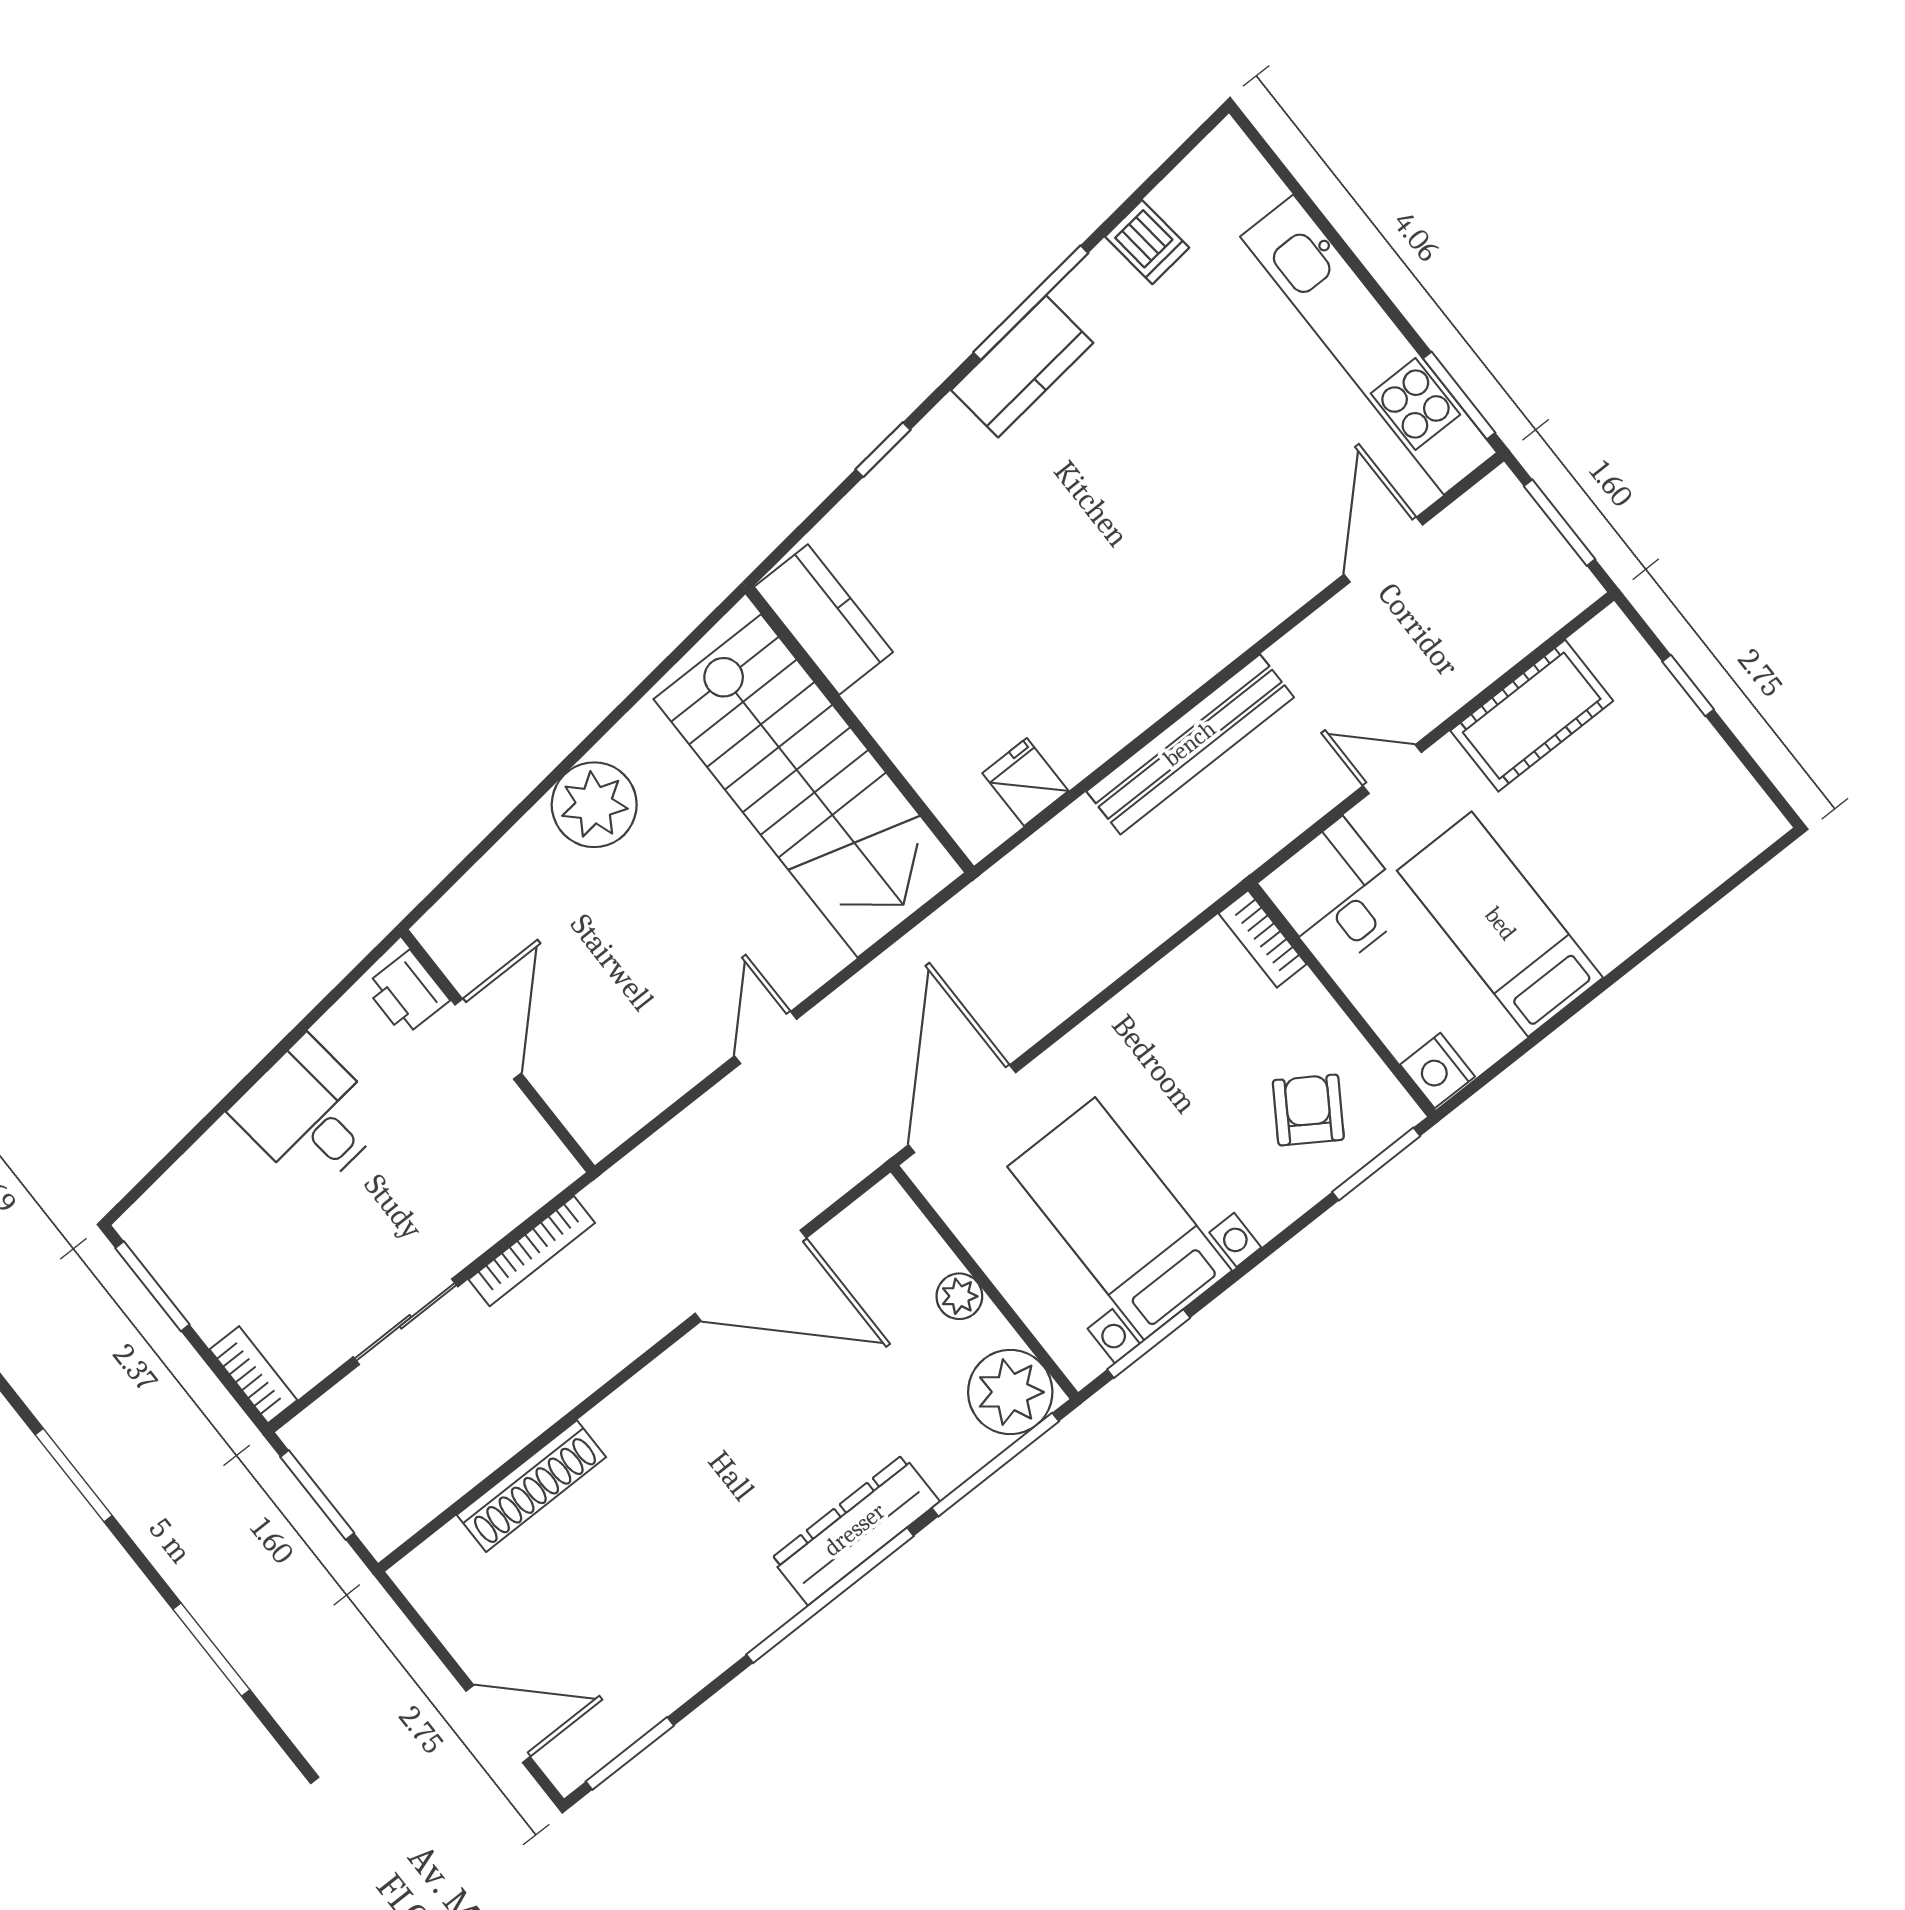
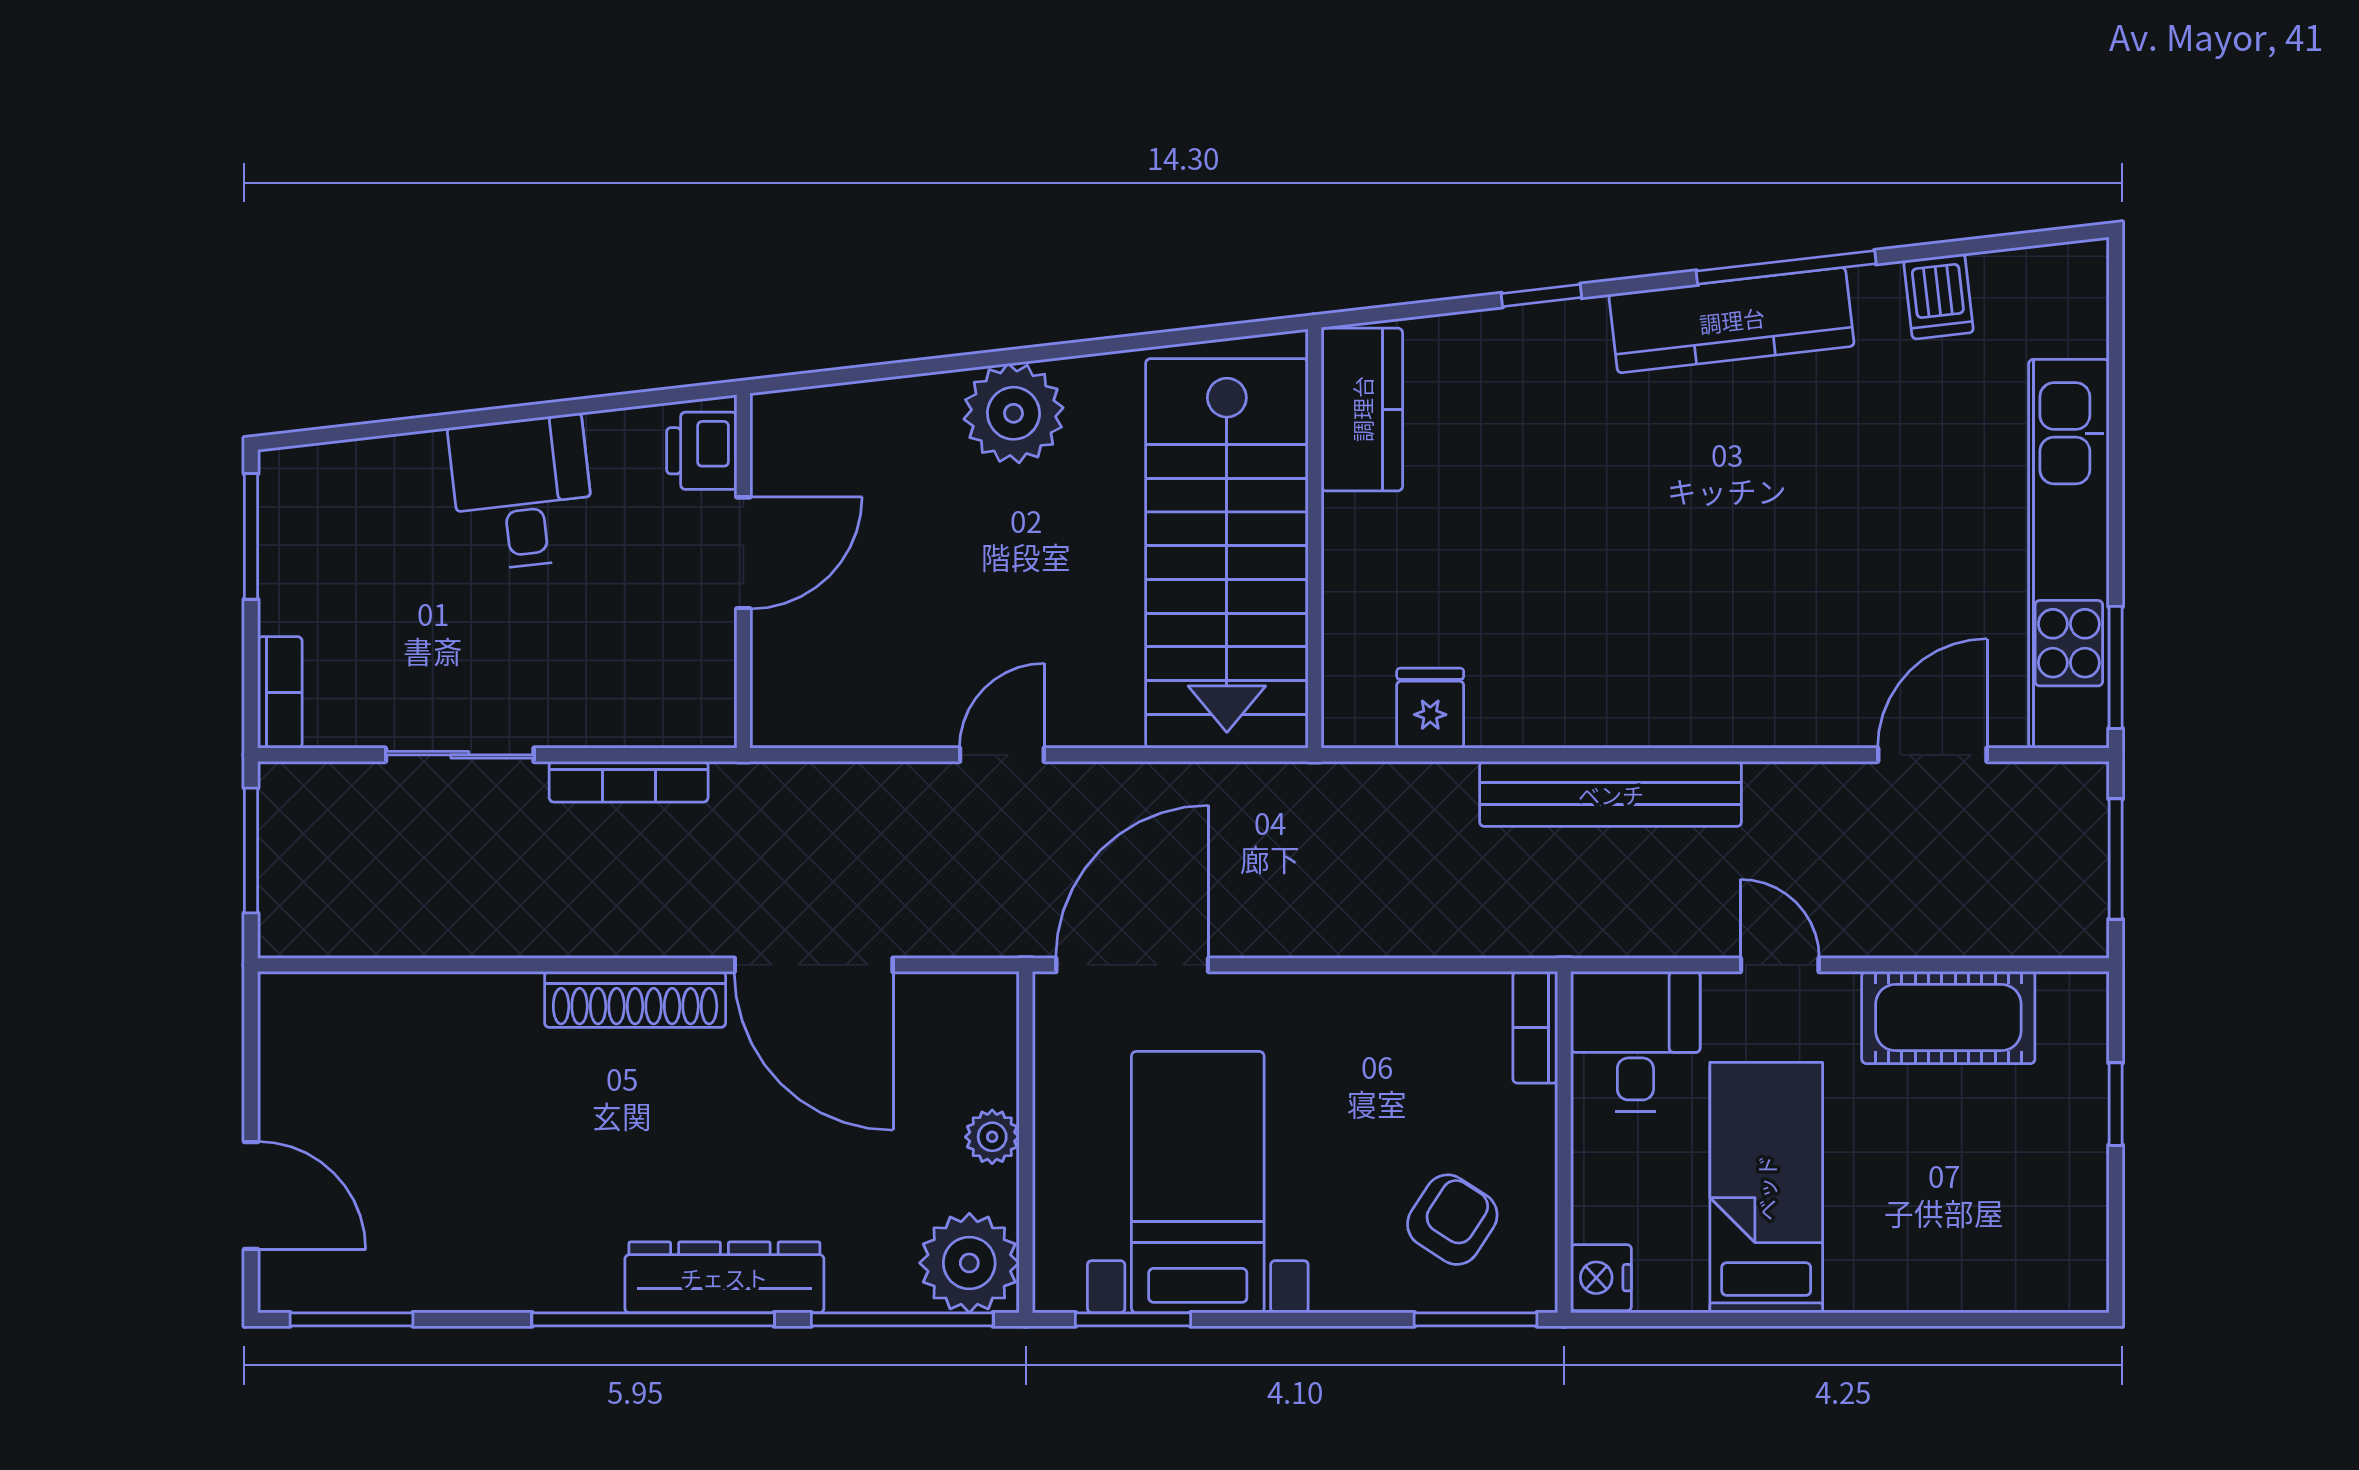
kitchen counter: (1022, 366) -> (1732, 320), width x1.50
shoe rack: (531, 1486) -> (635, 999), moved

